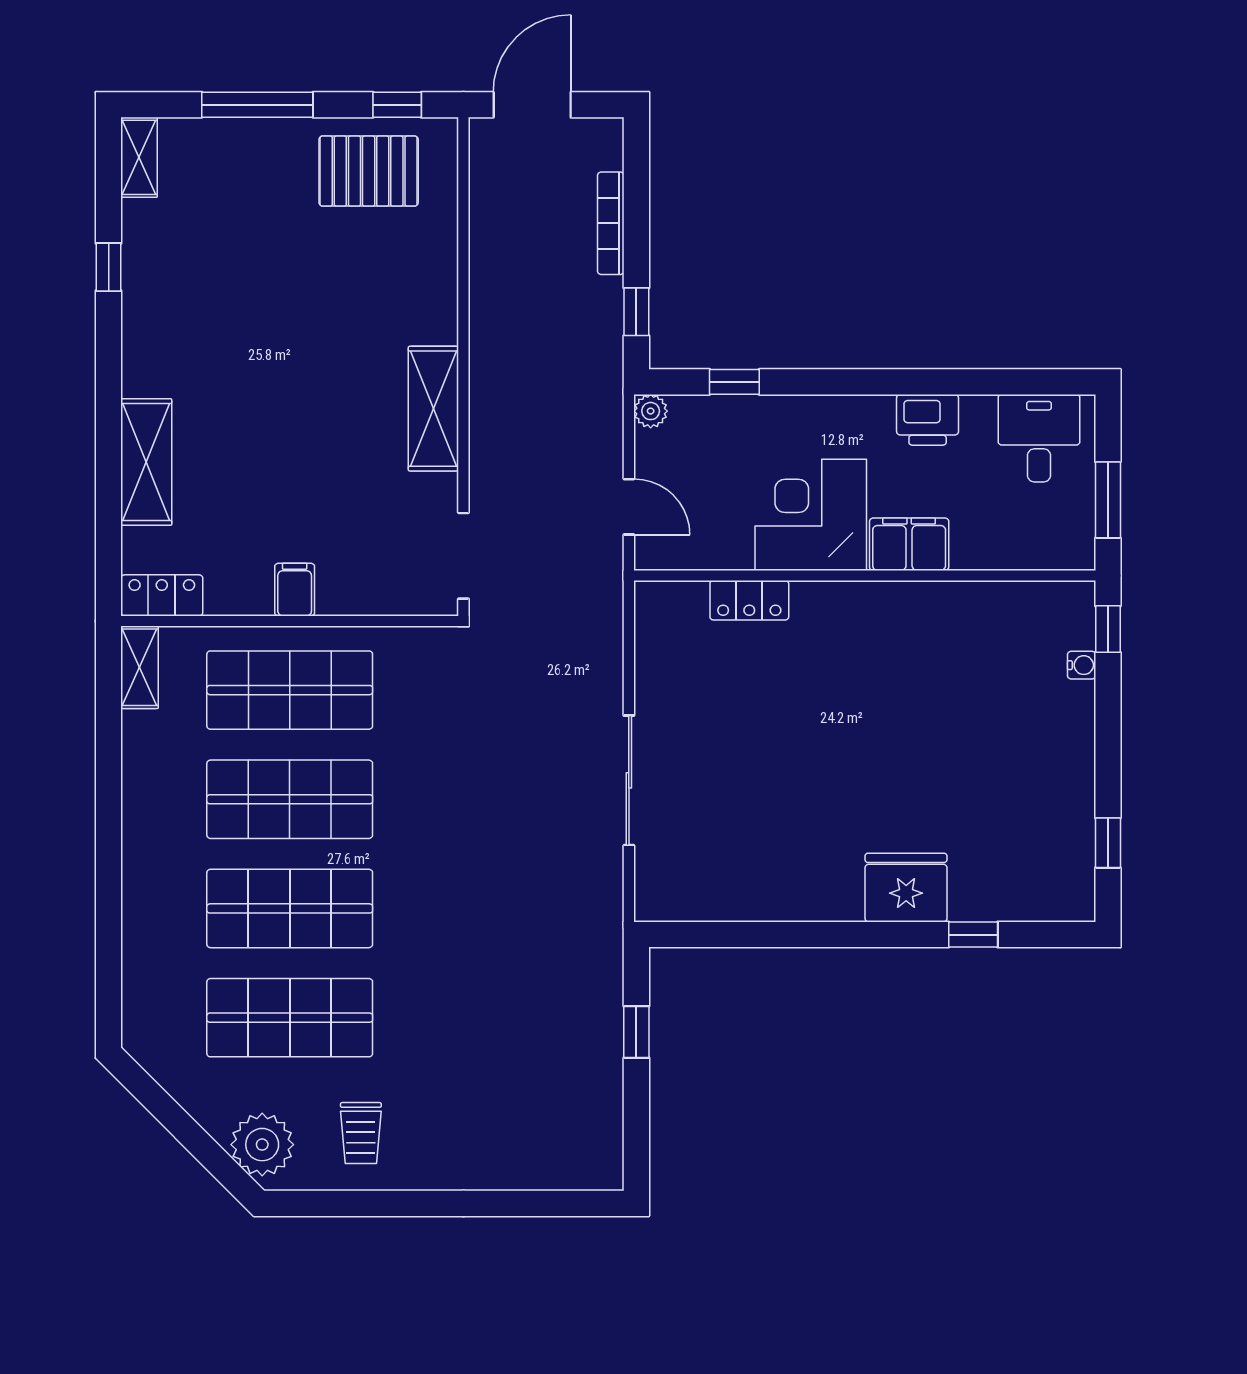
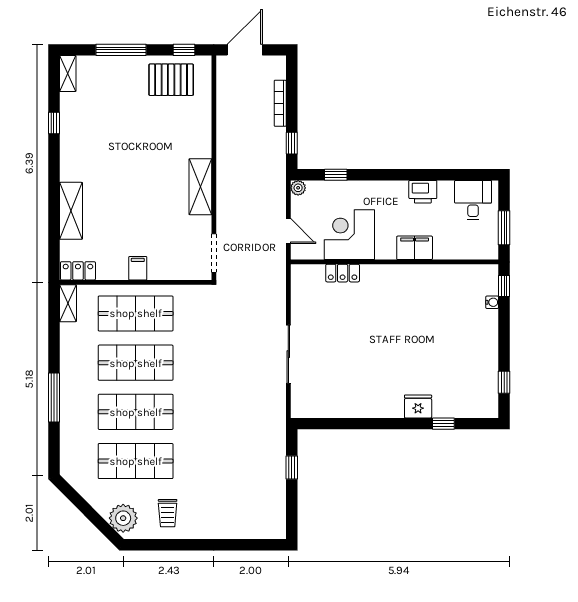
corner desk: (811, 515) -> (349, 235), moved
window: (109, 876) -> (54, 397), added
fridge: (906, 888) -> (418, 406), width x0.73, depth x0.75

